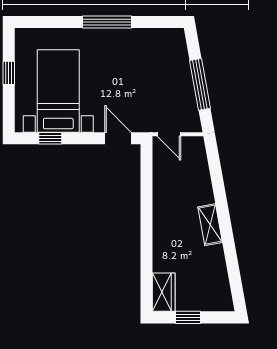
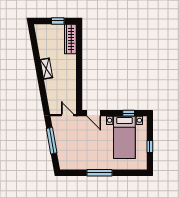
wardrobe: (164, 292) -> (70, 39), width x1.50

